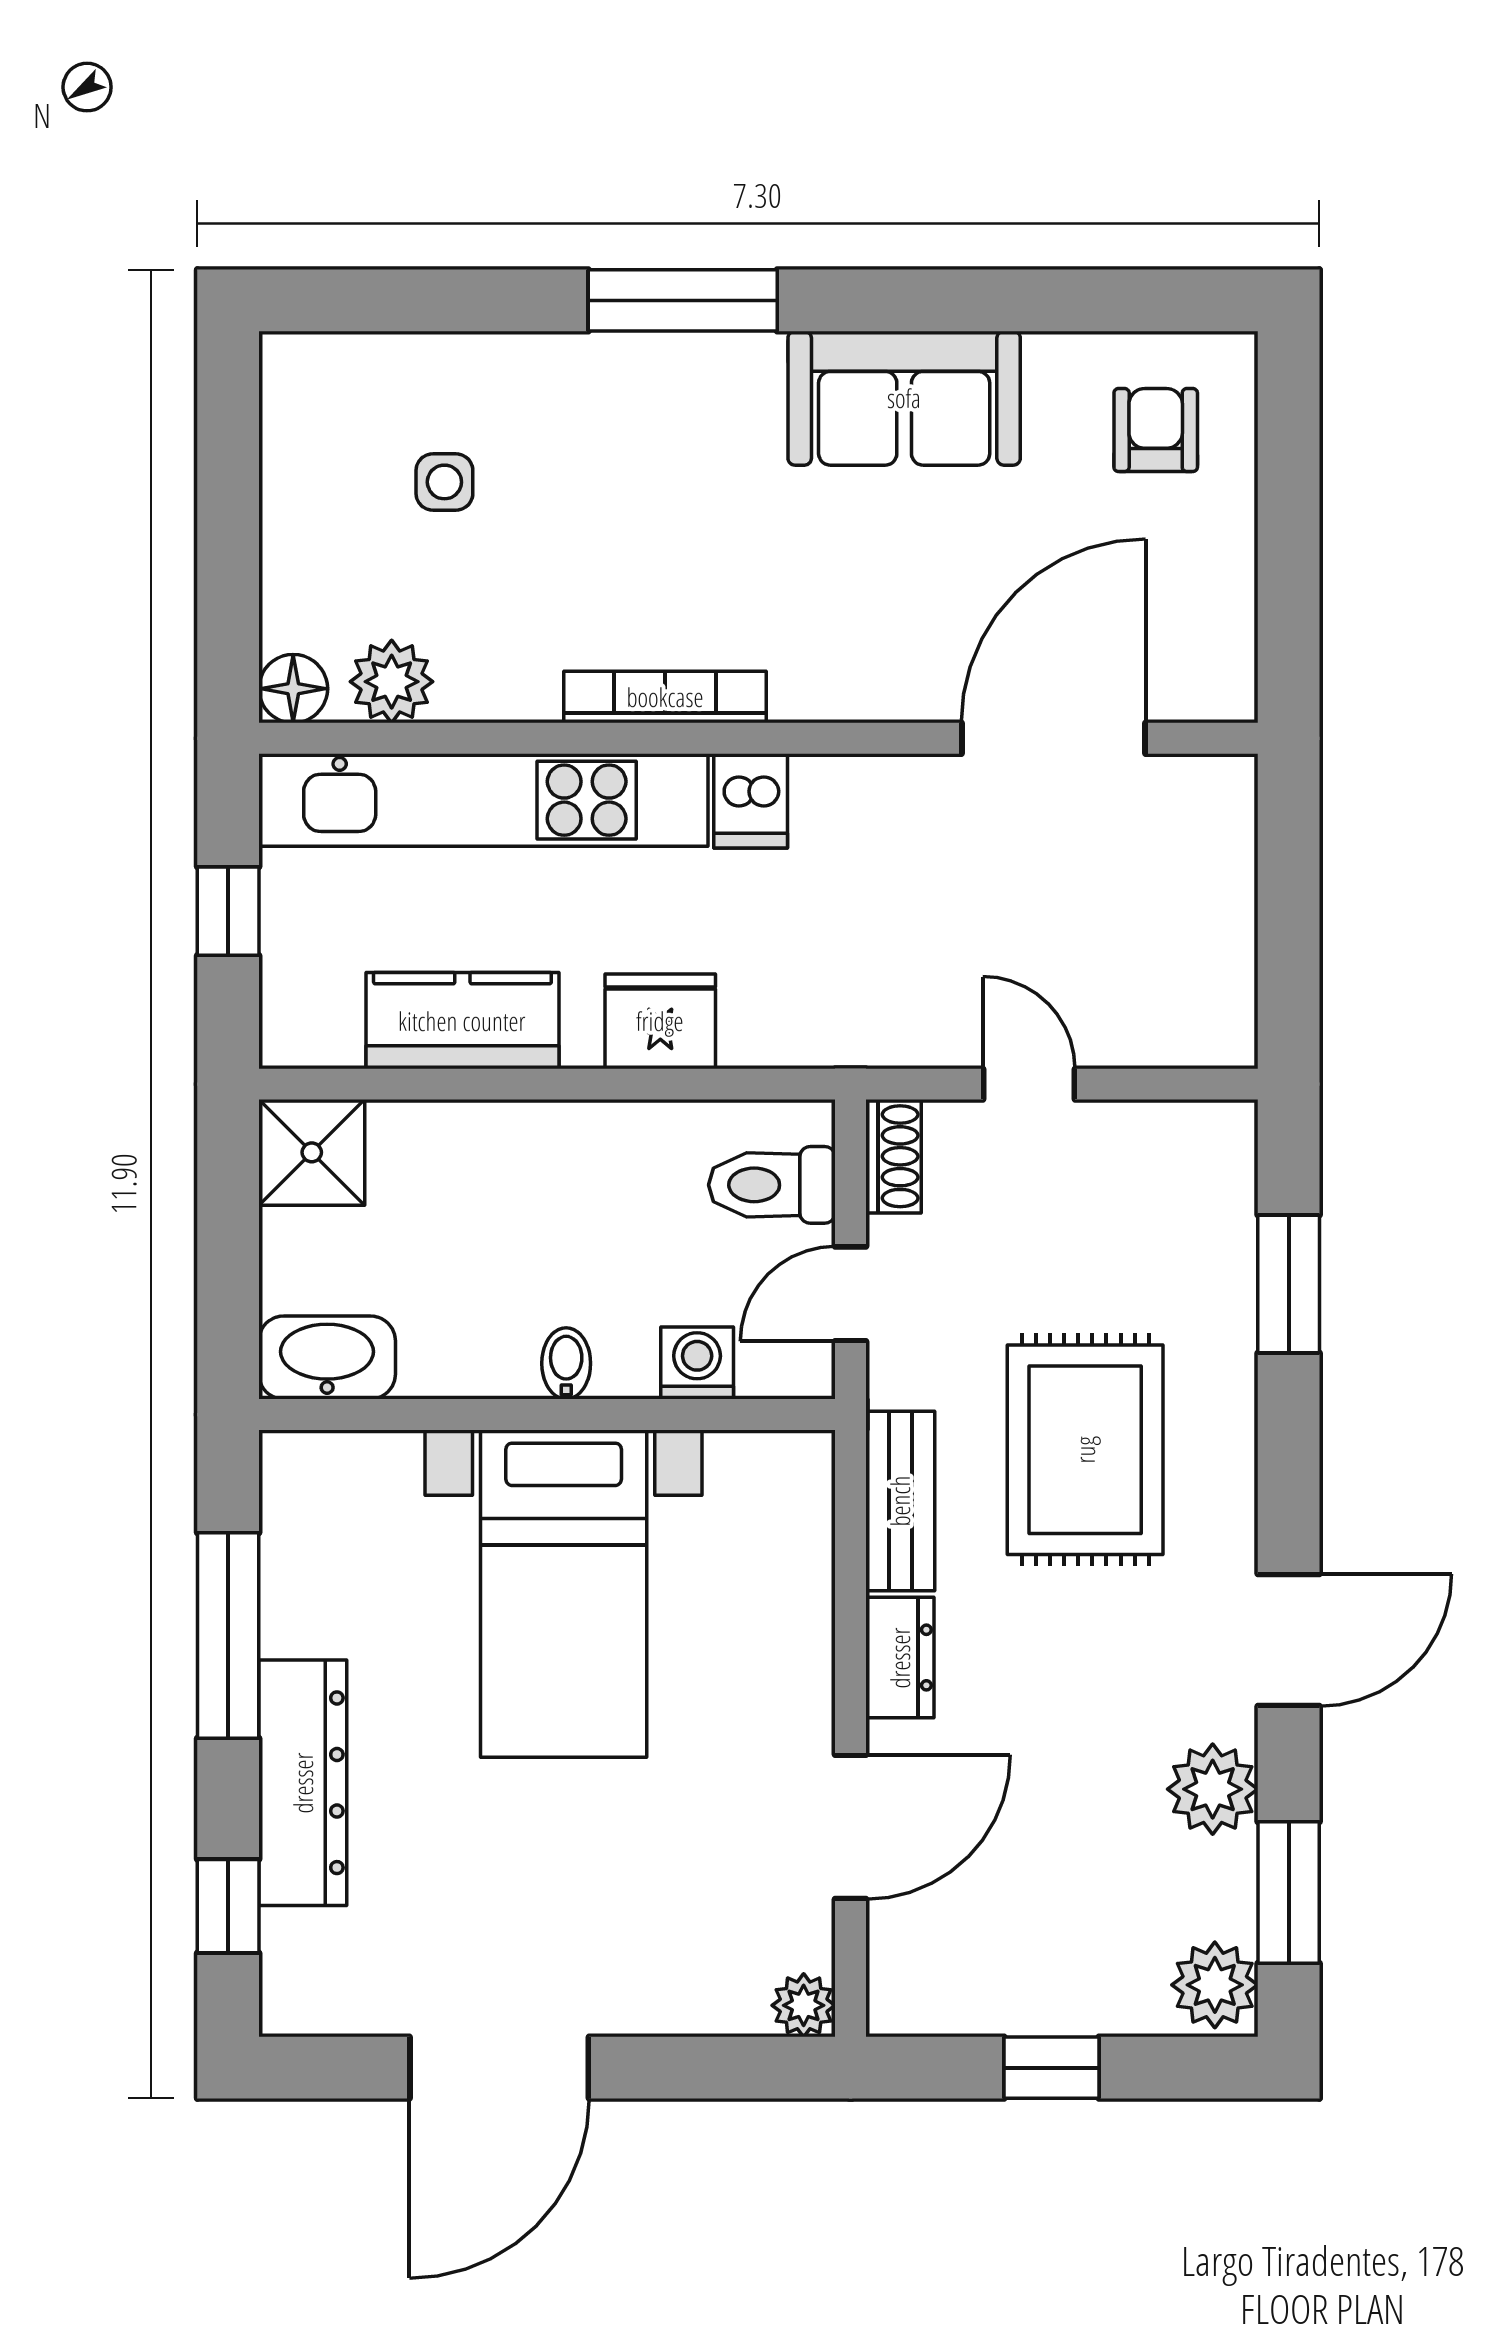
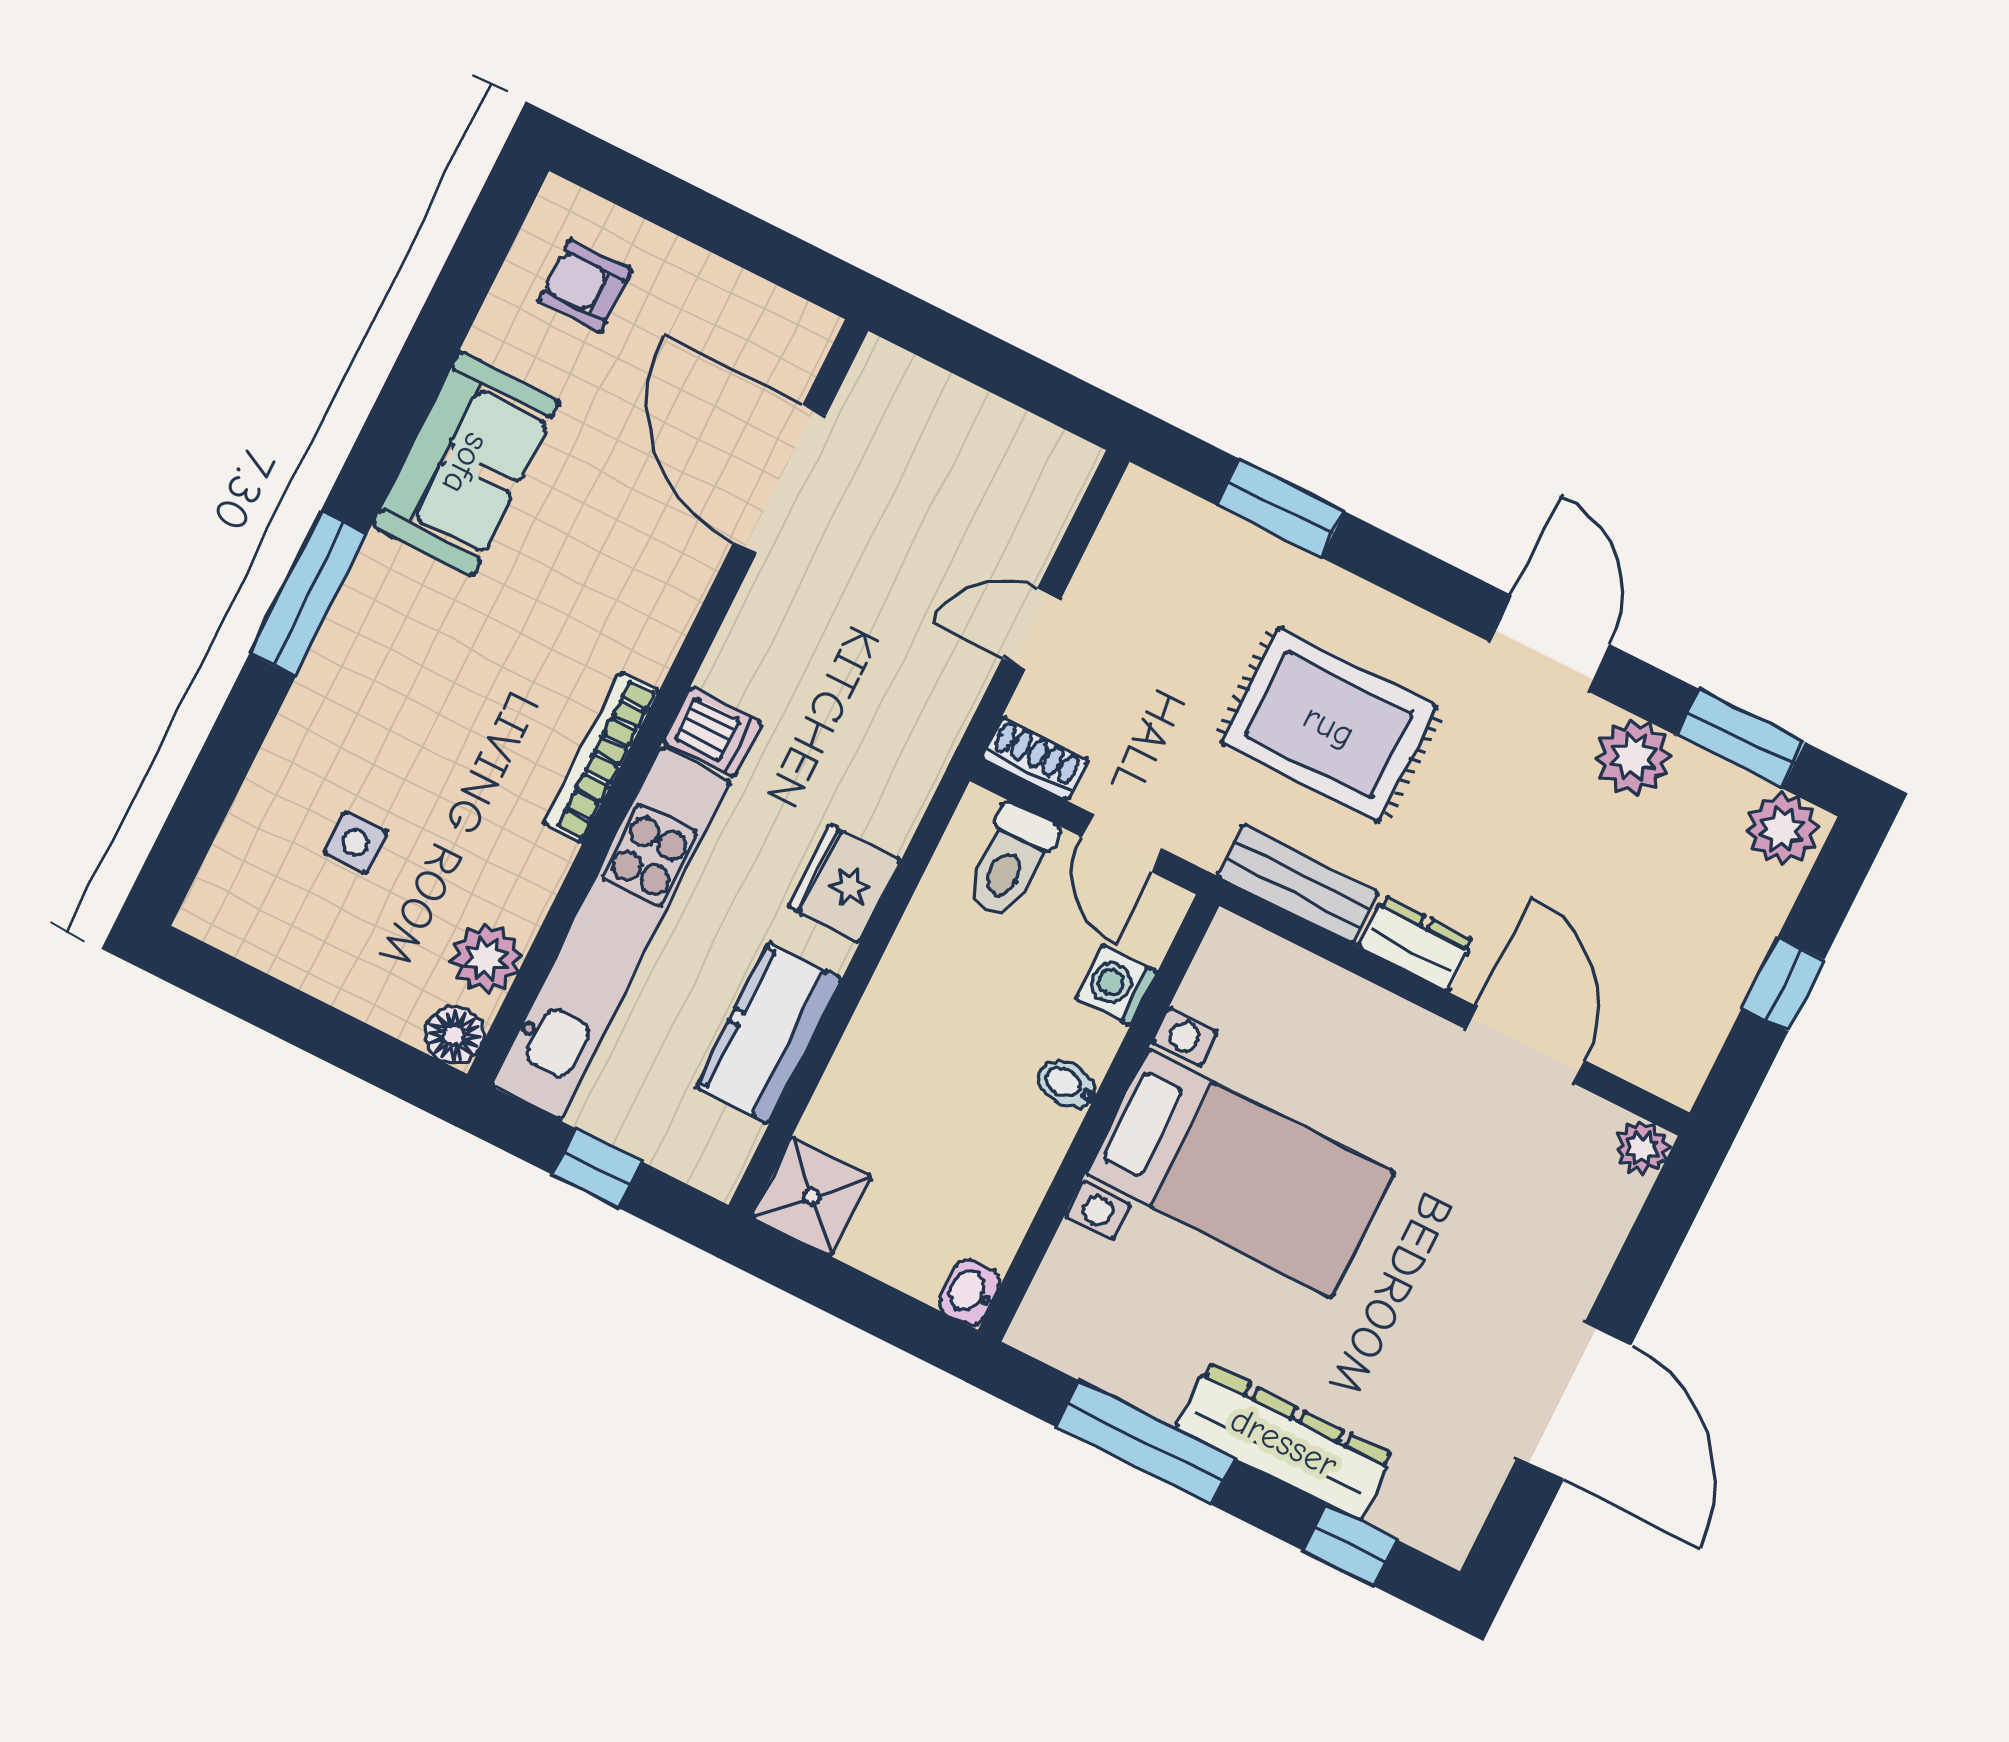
washbasin: (327, 1357) -> (970, 1292), width x0.52, depth x0.69

